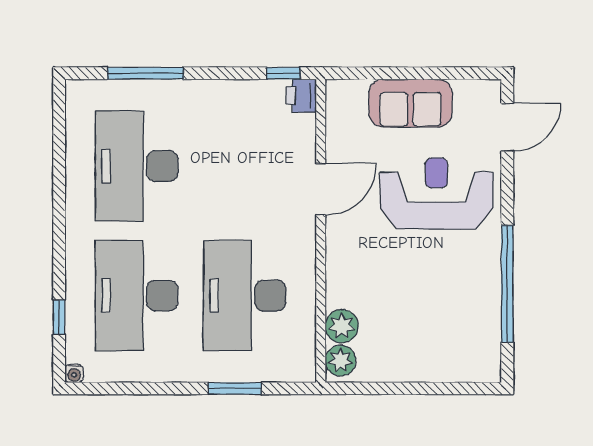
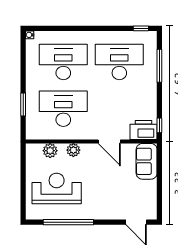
printer: (301, 96) -> (144, 130), width x1.87, depth x1.48
sofa: (410, 103) -> (147, 161), moved
reception desk: (436, 194) -> (57, 188), moved, turned -90
window: (59, 317) -> (141, 28), moved
plant: (341, 361) -> (73, 150), moved

